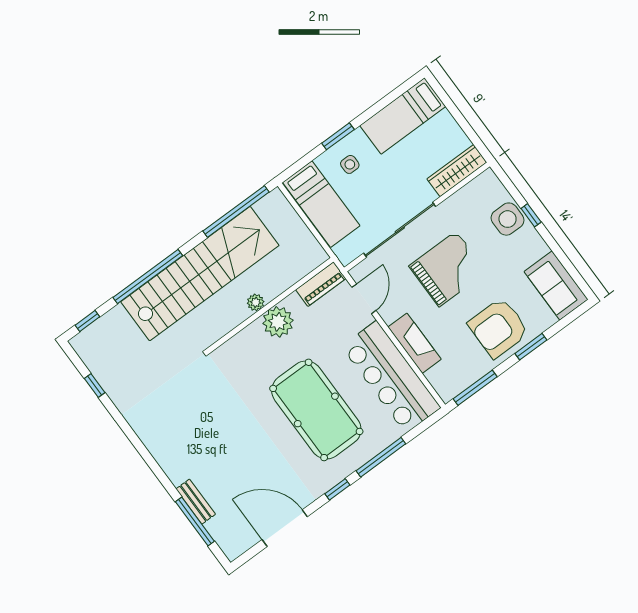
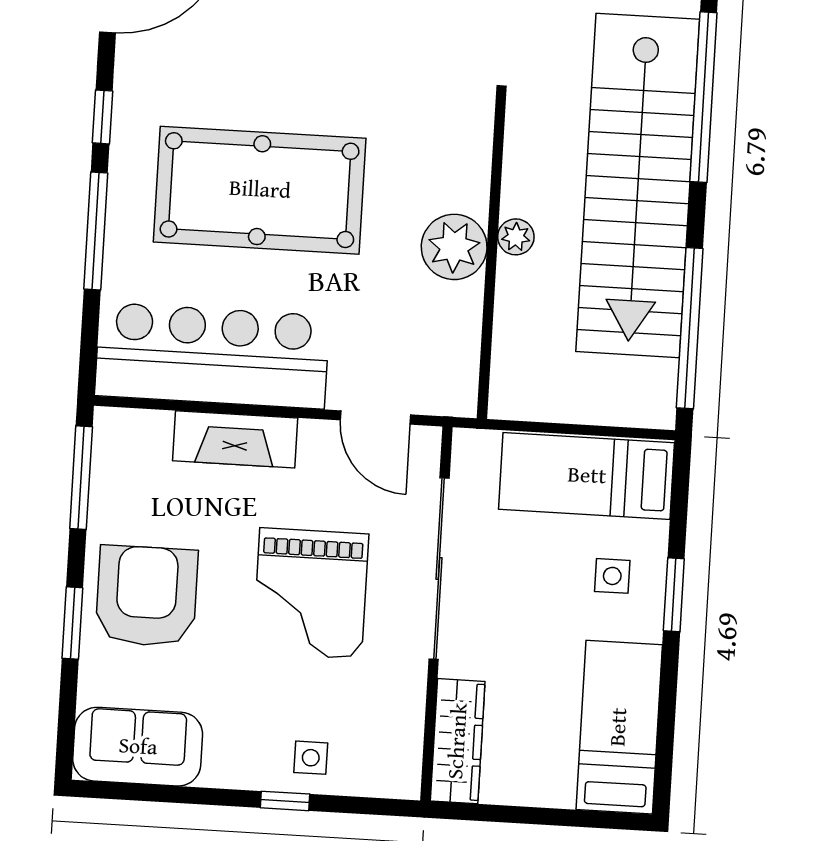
side table: (508, 219) -> (311, 758), width x0.54, depth x0.54
piano: (321, 284) -> (457, 367), removed

